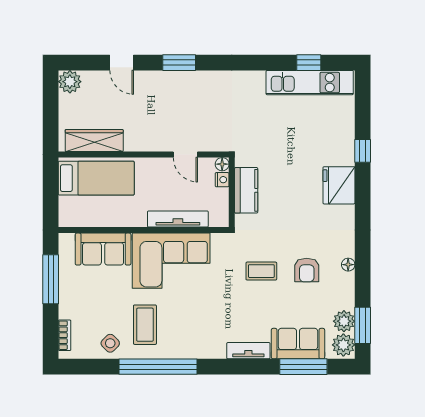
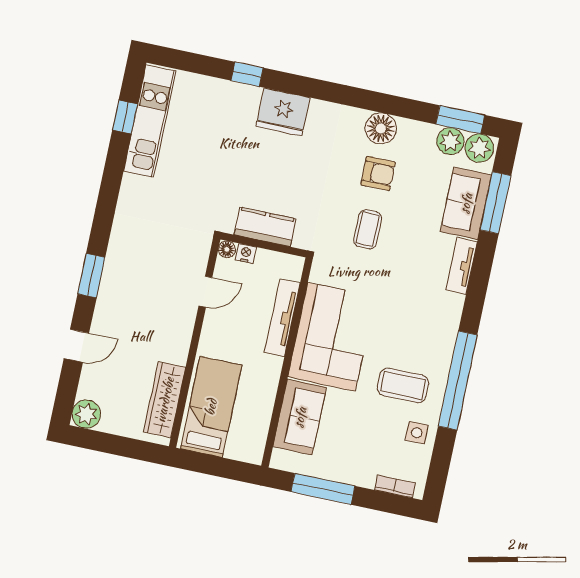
floor lamp: (348, 265) -> (381, 128), width x1.89, depth x1.89
side table: (110, 343) -> (417, 433), turned 45

